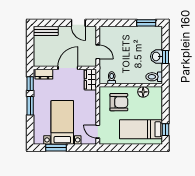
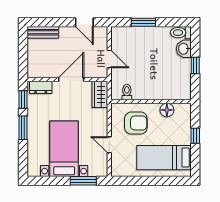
window: (146, 23) -> (143, 22), moved
washbasin: (156, 56) -> (184, 49), moved
toilet: (154, 77) -> (181, 33), moved
window: (166, 130) -> (195, 136), moved
door: (98, 132) -> (109, 145), moved
window: (56, 148) -> (83, 181), moved

